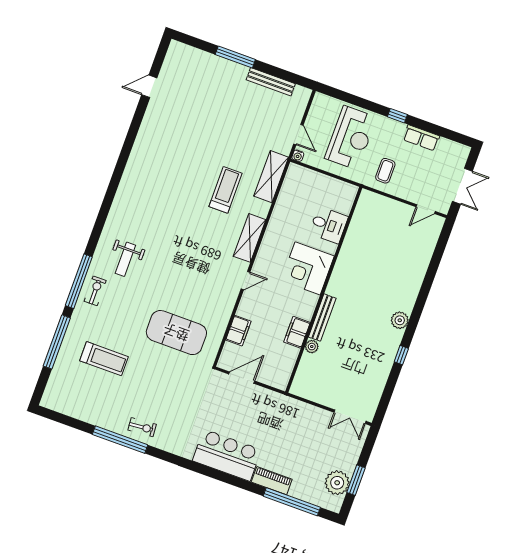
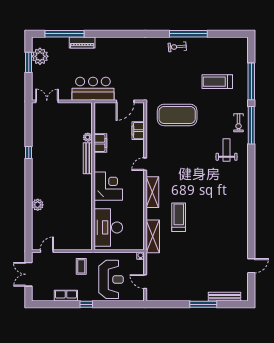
bench: (271, 82) -> (225, 297), moved
door: (298, 135) -> (145, 282), moved
reception desk: (351, 138) -> (111, 279), turned 180
treadmill: (226, 190) -> (179, 217), turned 180
desk: (329, 225) -> (108, 227), width x1.87, depth x1.30
plant: (400, 320) -> (38, 205), moved
bar counter: (227, 455) -> (93, 89), moved, turned 180

